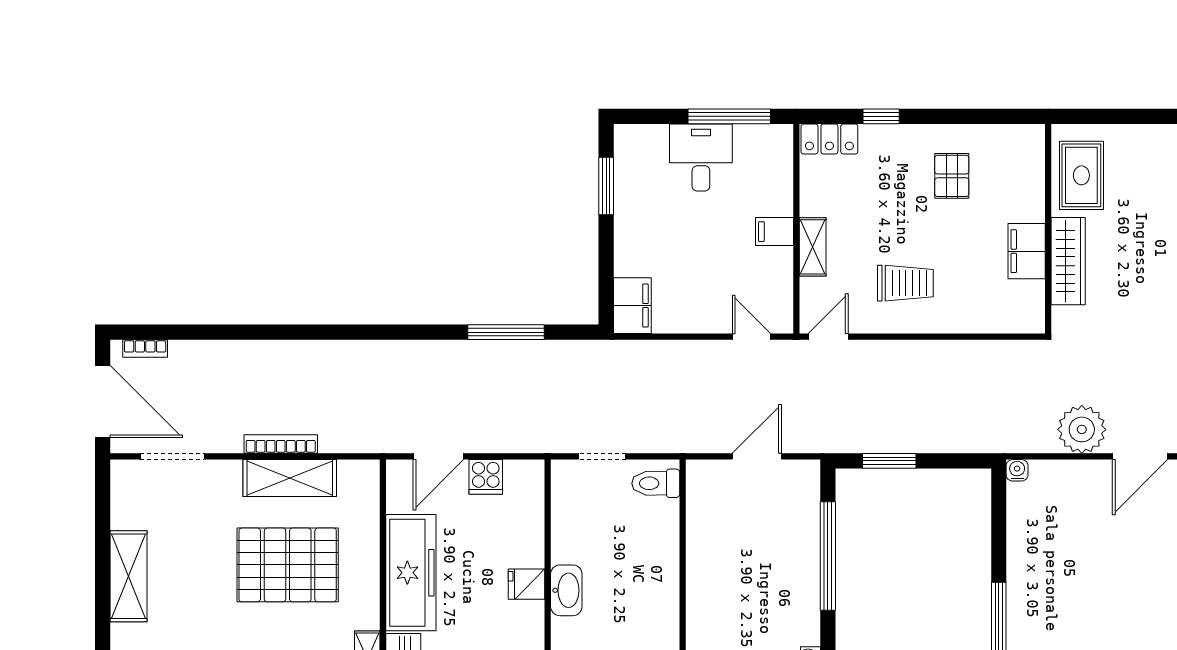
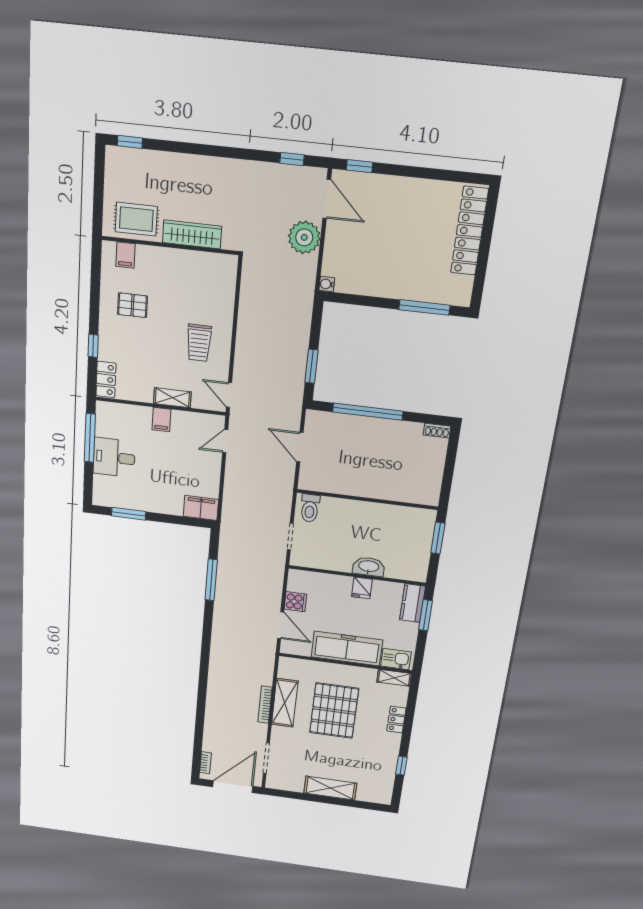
filing cabinet: (1027, 251) -> (125, 255), moved, width x0.50
trolley: (905, 283) -> (199, 343), turned 180

